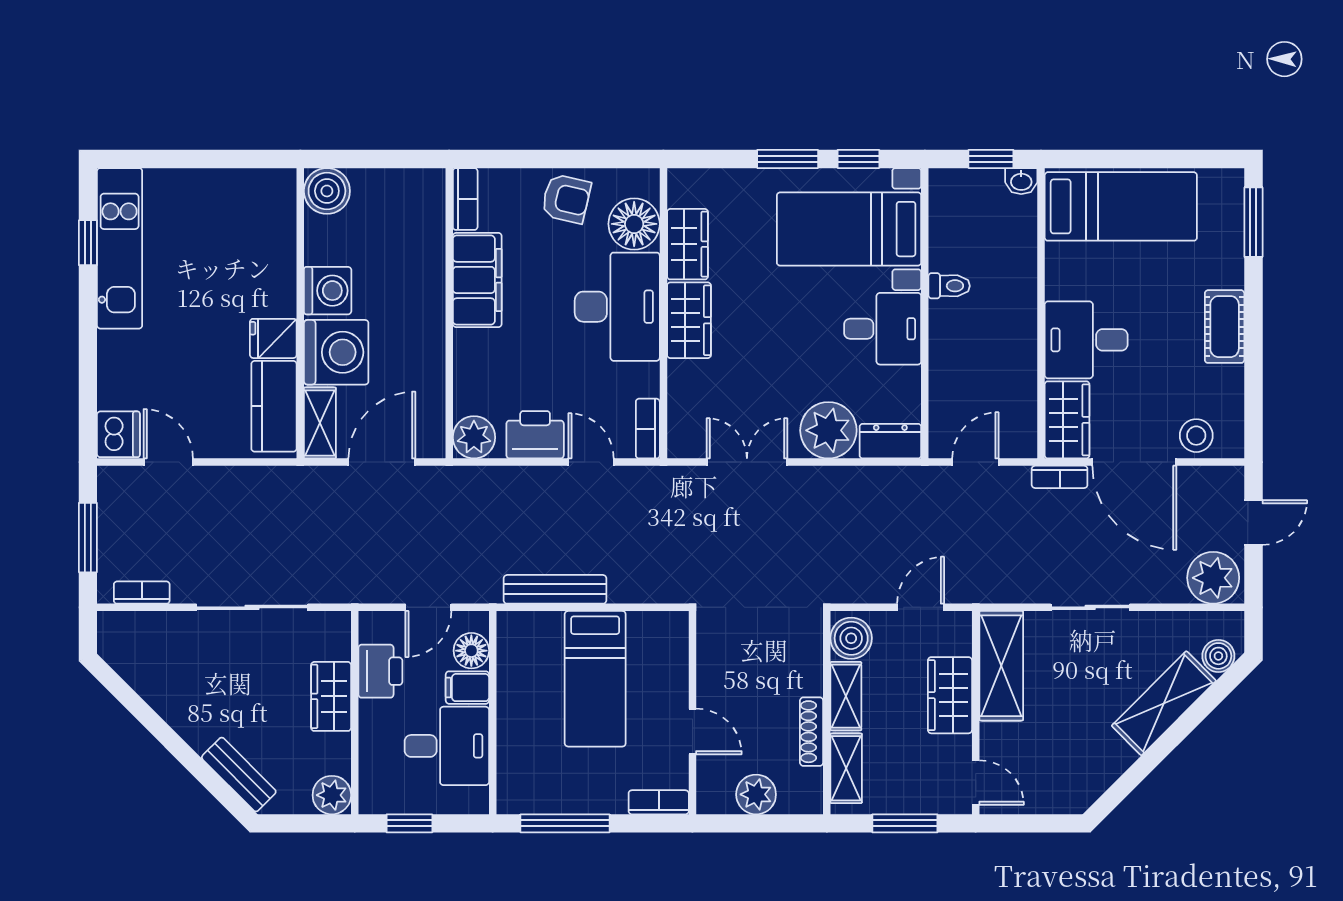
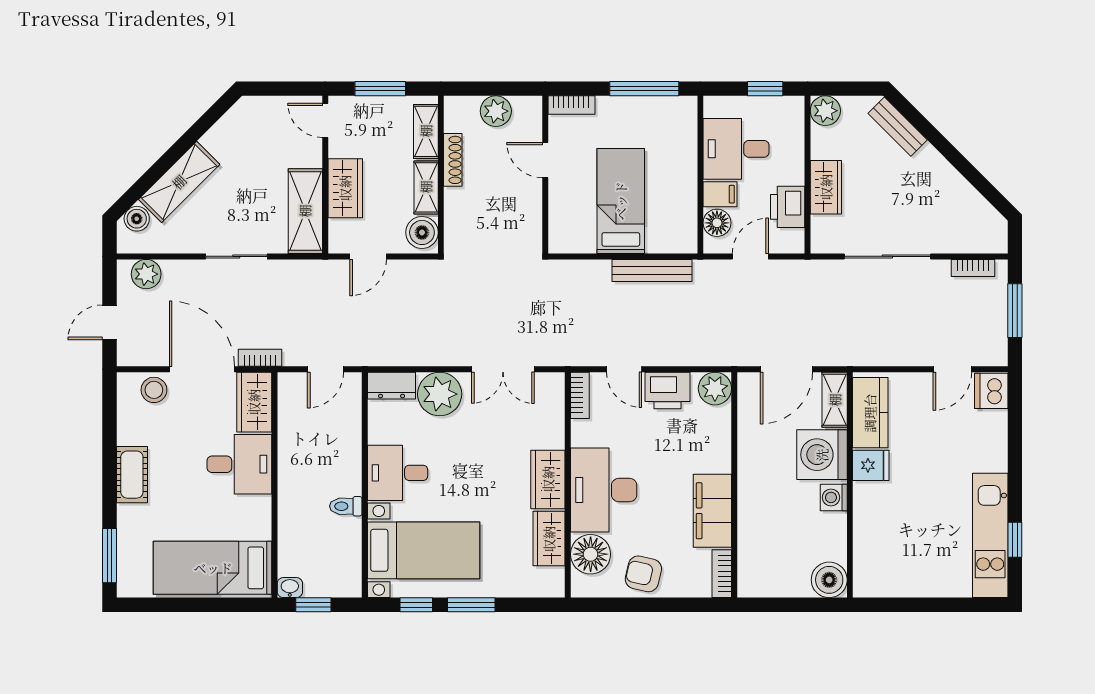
washing machine: (328, 291) -> (834, 497), width x0.73, depth x0.73
door: (168, 462) -> (952, 369), hinge flipped
plant: (1213, 578) -> (146, 274), width x0.73, depth x0.73

